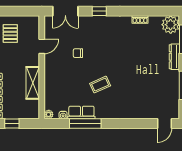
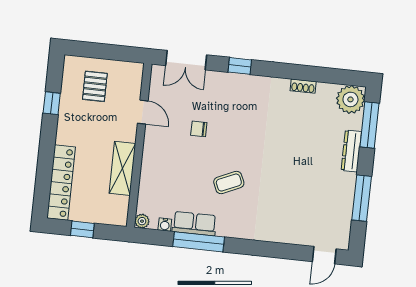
door: (42, 46) -> (143, 112), hinge flipped

